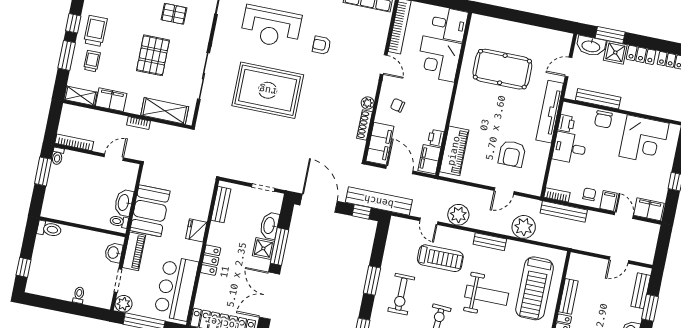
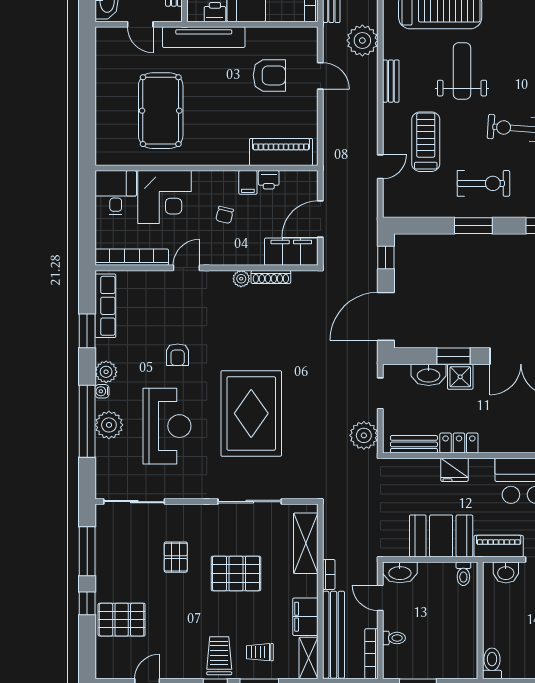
trolley: (95, 31) -> (219, 656), turned 90
chair: (398, 105) -> (225, 215), moved
toilet: (58, 156) -> (394, 638), moved
filing cabinet: (429, 159) -> (248, 182), moved, width x0.50
bench: (379, 201) -> (334, 635), moved
washbasin: (124, 203) -> (400, 572), moved
plant: (458, 215) -> (364, 435), moved
window: (279, 247) -> (453, 356), width x0.69
locker: (211, 260) -> (459, 443), moved

